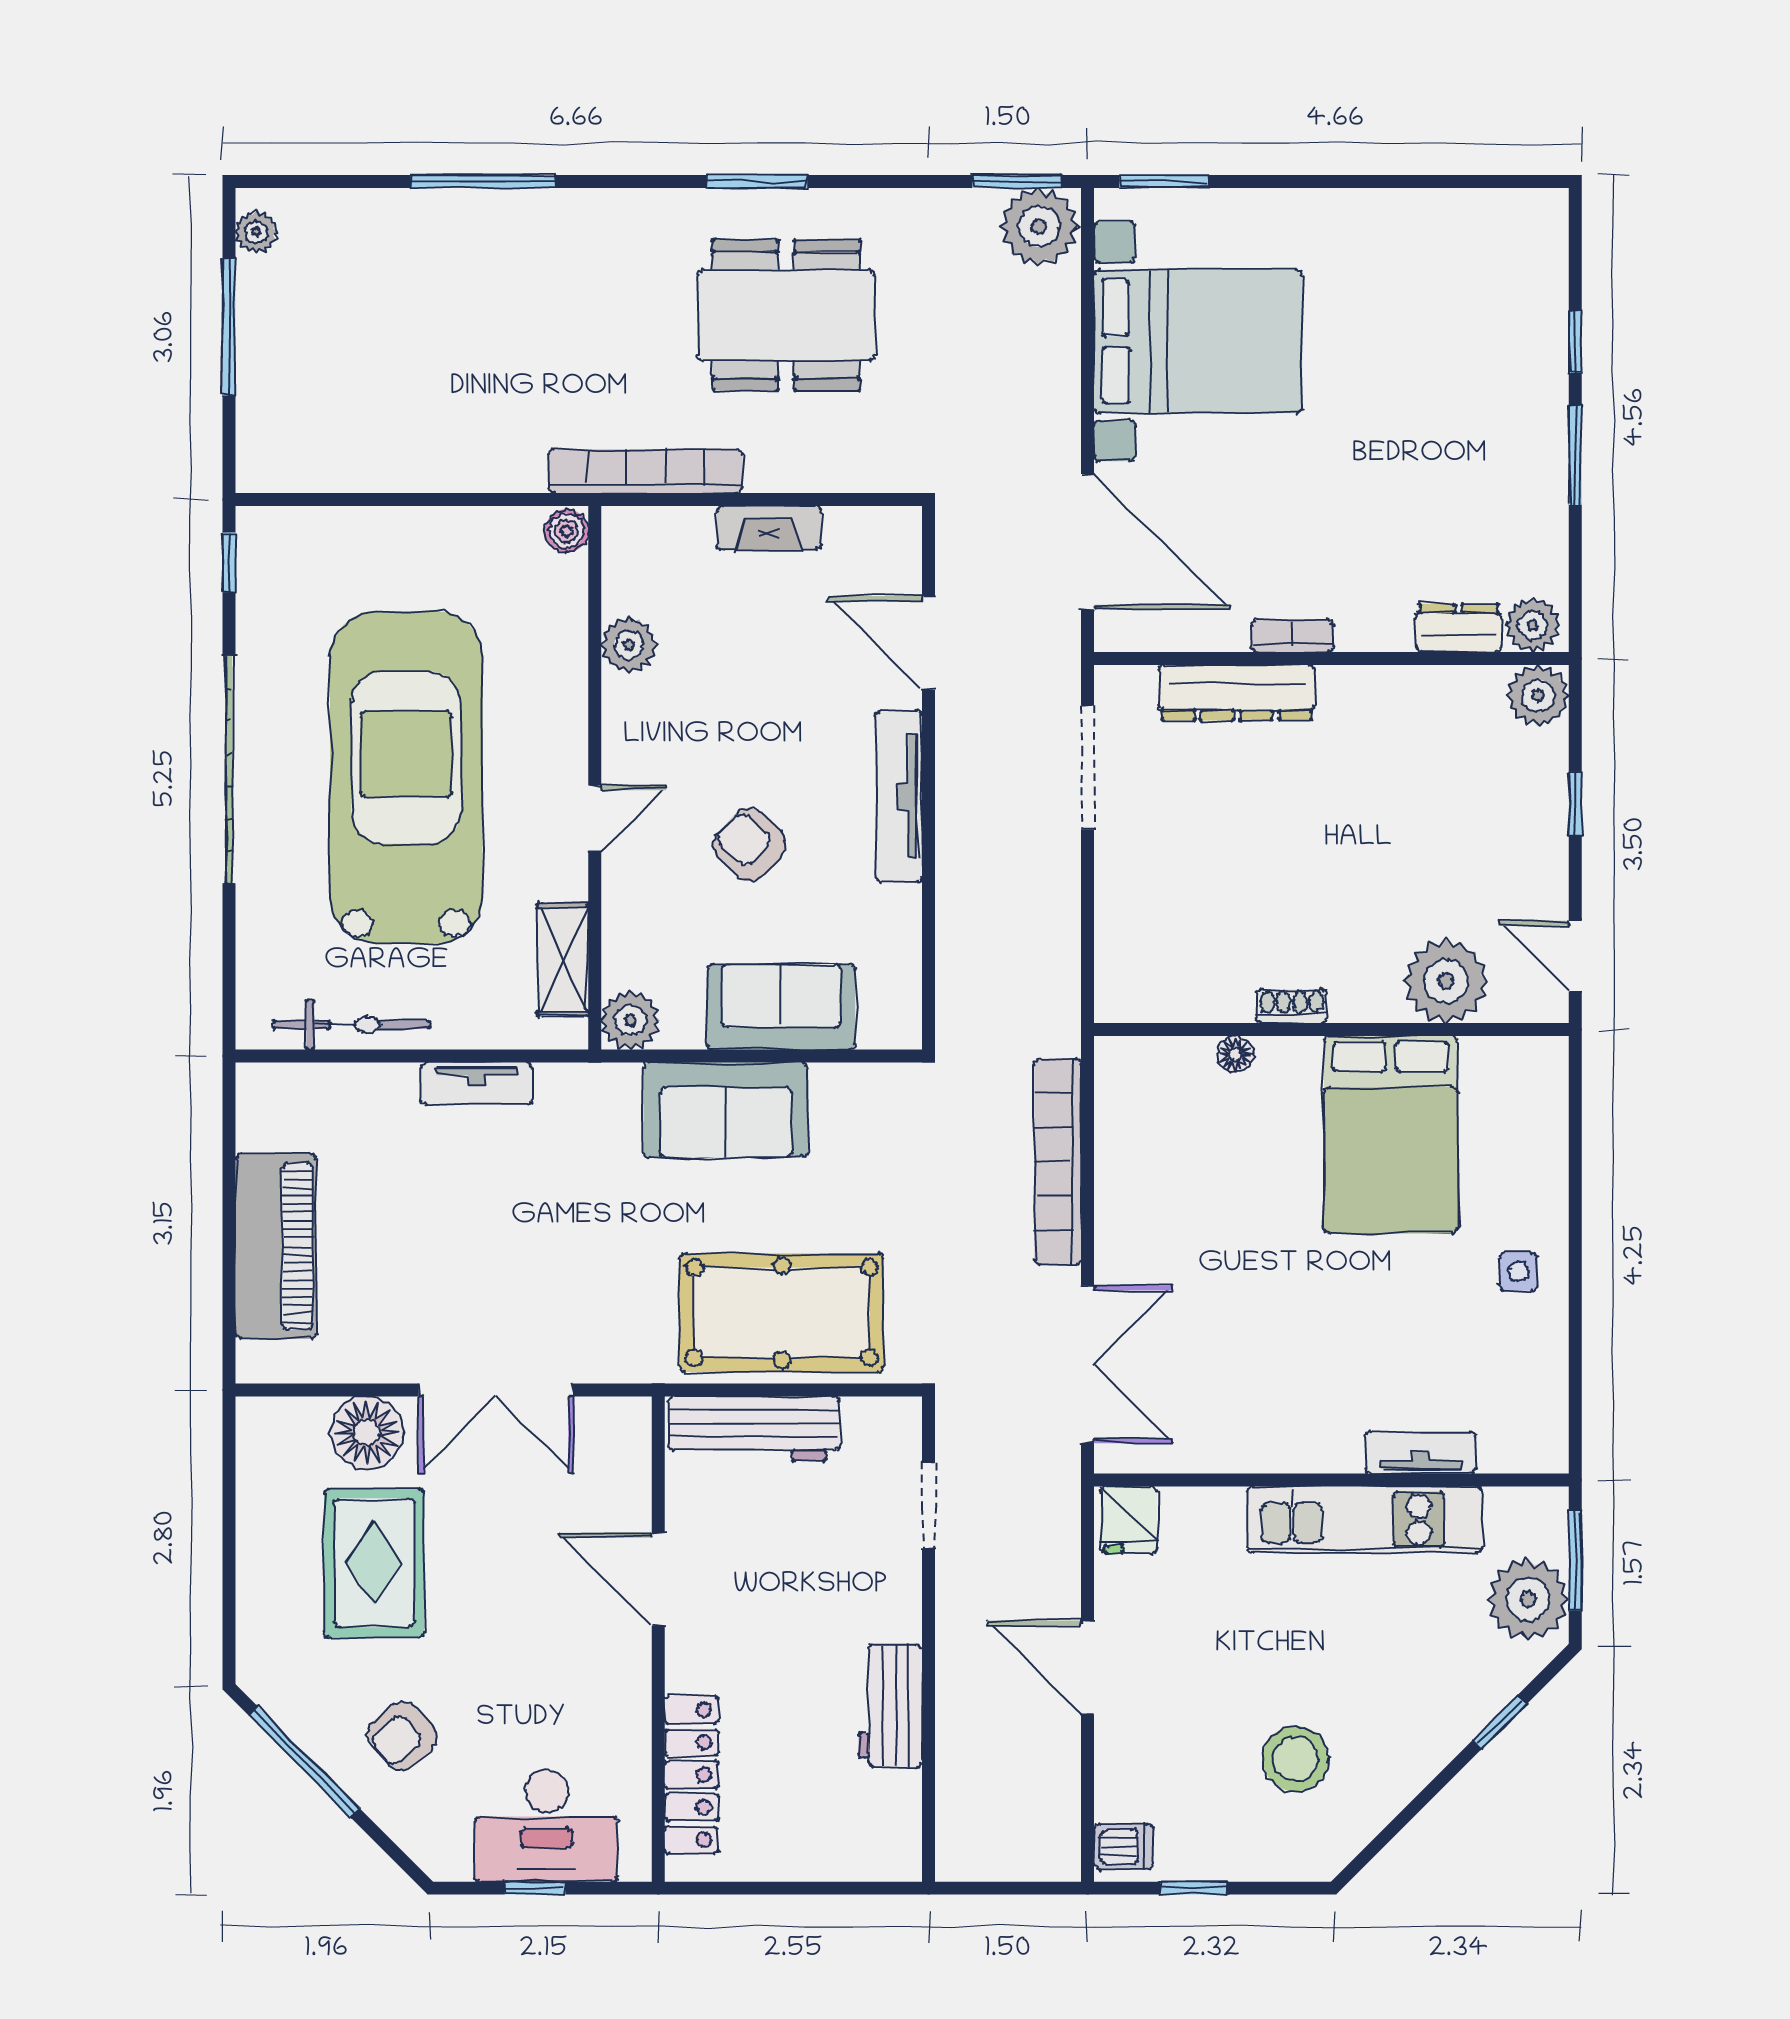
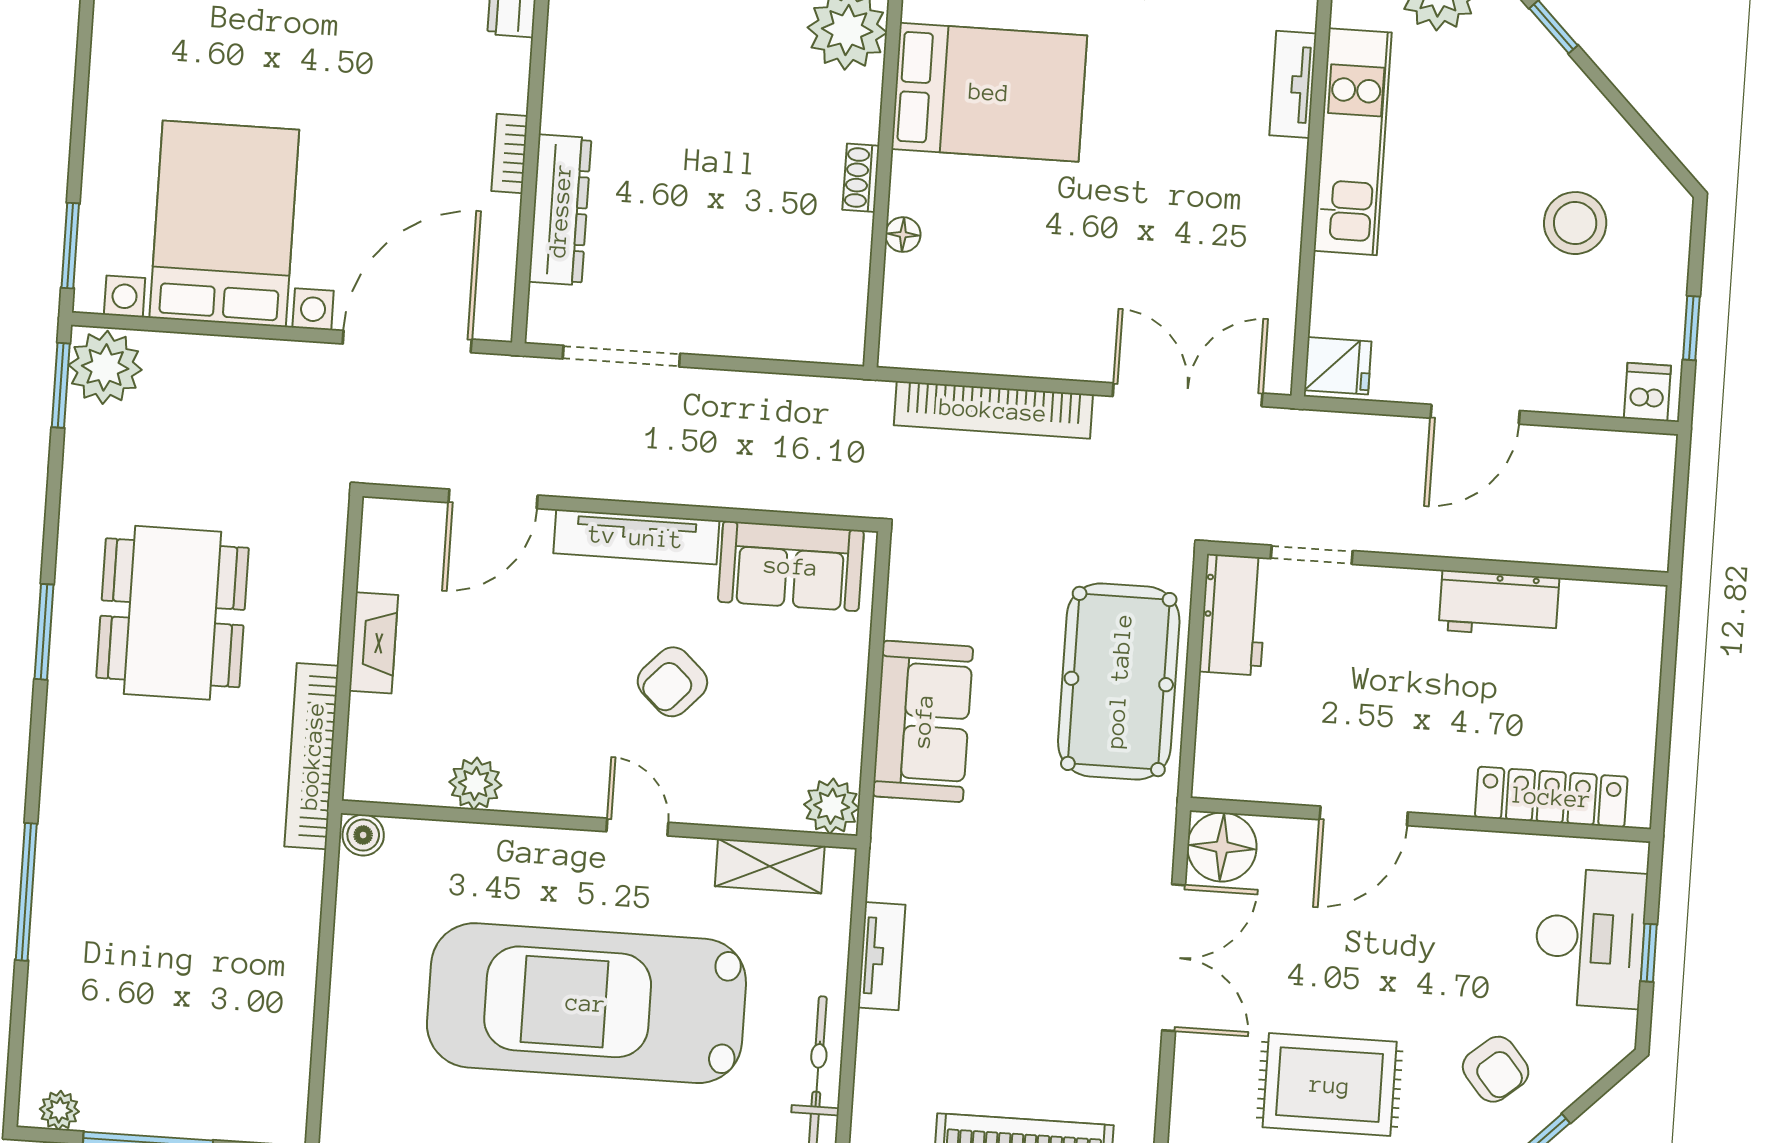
sofa: (781, 1007) -> (791, 566), moved, turned -90
workbench: (754, 1428) -> (1234, 615), moved, width x0.73
floor lamp: (367, 1433) -> (1222, 847), moved

